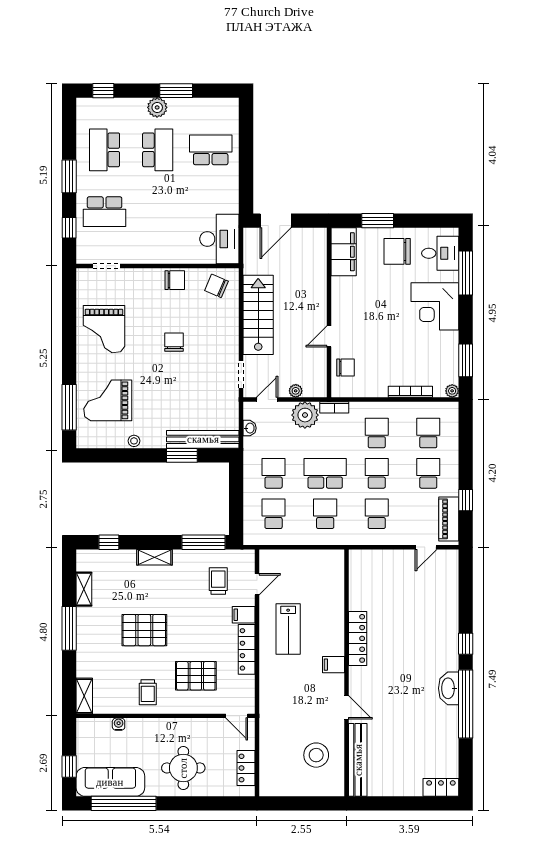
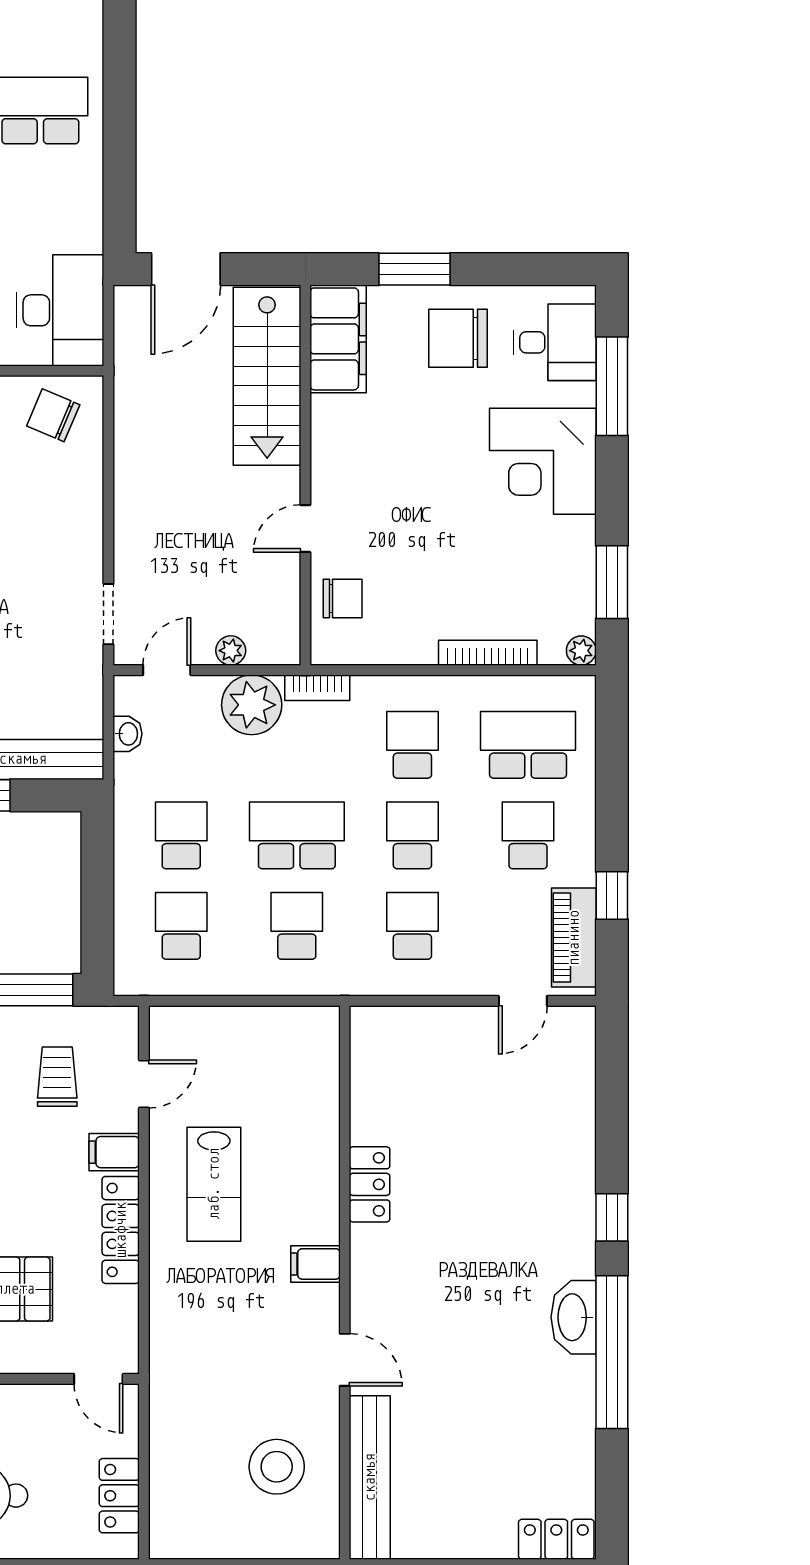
stairs: (258, 315) -> (267, 376), moved, turned 180
school desk: (428, 433) -> (528, 745), width x1.85
locker: (358, 638) -> (370, 1184), width x0.66

